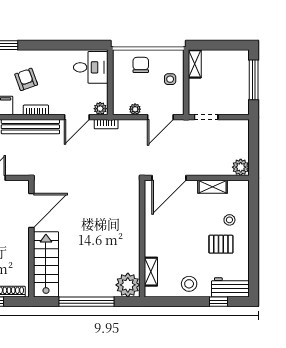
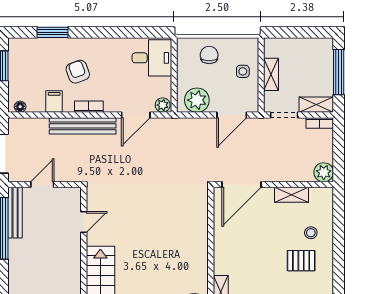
shelving: (195, 64) -> (271, 74), moved
shelving: (234, 108) -> (316, 105), added
plant: (135, 109) -> (197, 100), width x1.88, depth x1.88
bookcase: (106, 124) -> (320, 123), moved
door: (31, 211) -> (84, 222), width x0.53

